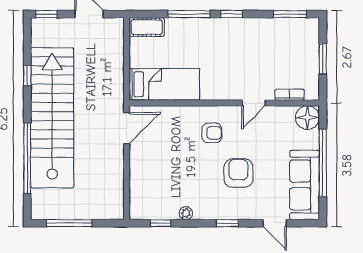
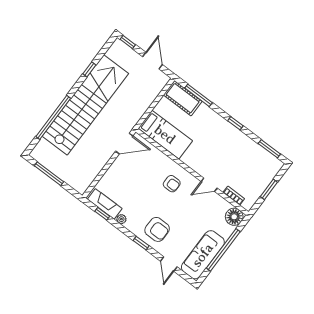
window: (189, 14) -> (199, 95), moved
cot: (147, 27) -> (183, 98), width x1.37, depth x1.34
armchair: (238, 173) -> (157, 229), moved, turned 90
fireplace: (155, 210) -> (105, 204), added

